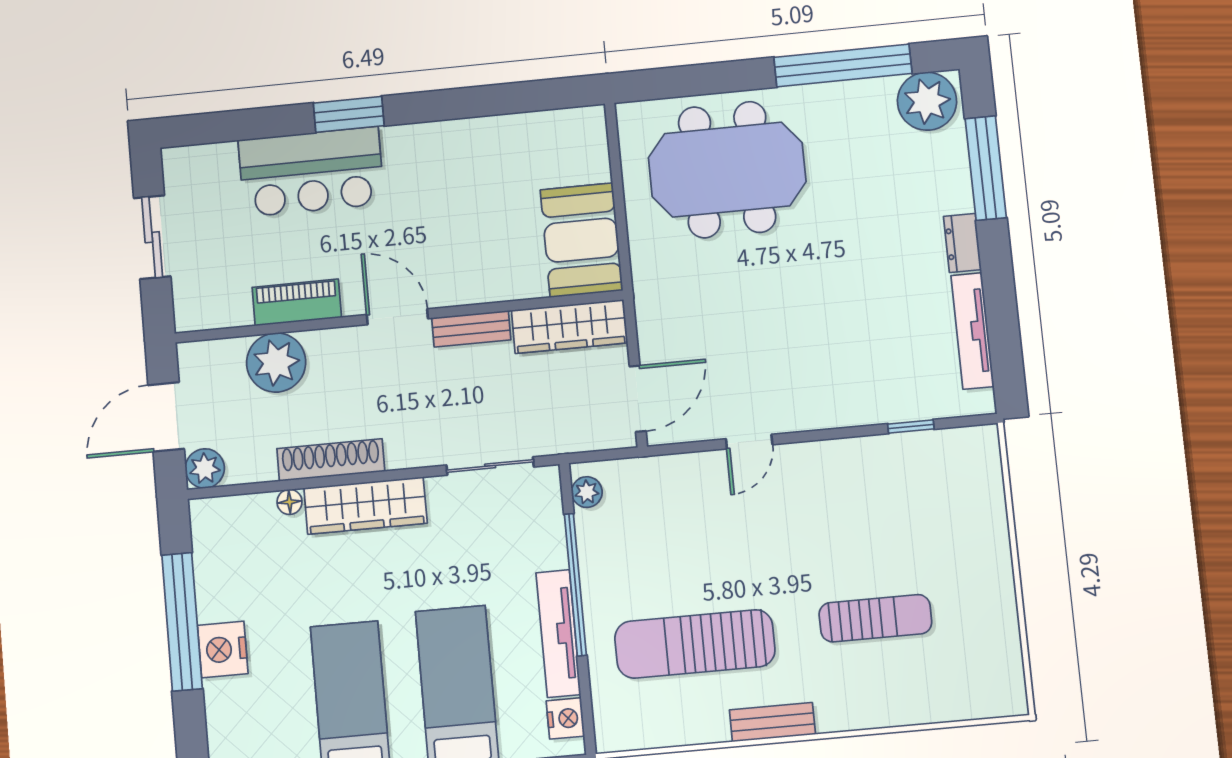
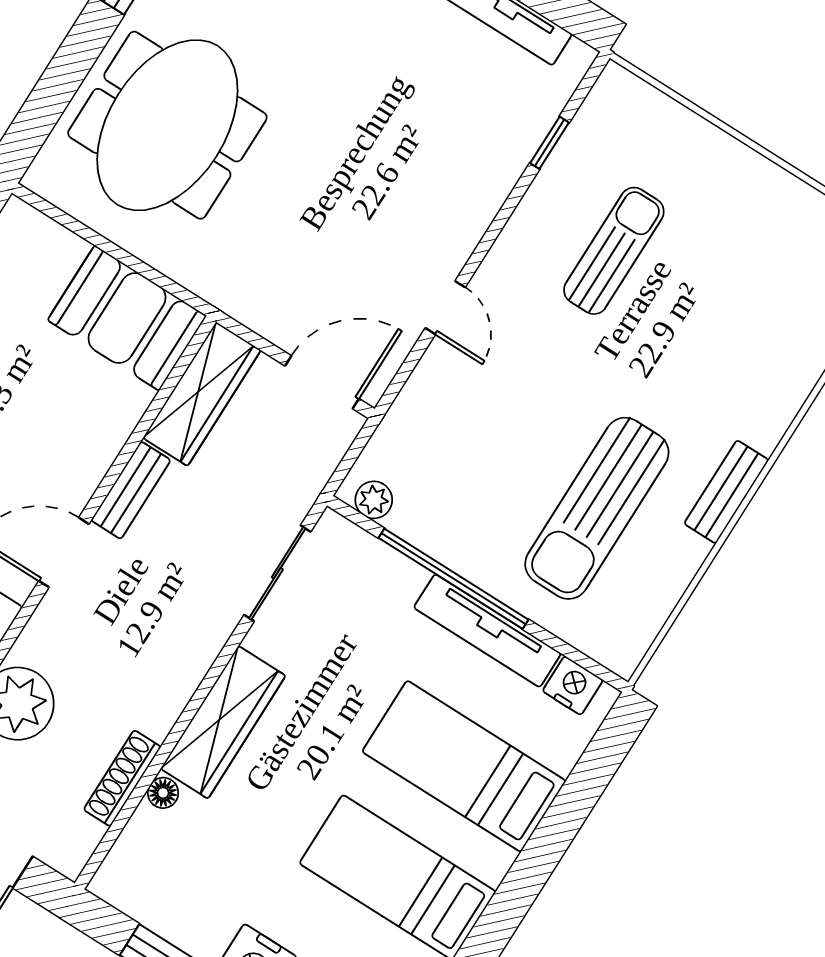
door: (638, 399) -> (322, 382), hinge flipped
shoe rack: (331, 460) -> (122, 778), moved, width x0.74, depth x0.81
plant: (205, 468) -> (67, 850), removed
sun lounger: (875, 618) -> (614, 251), moved

